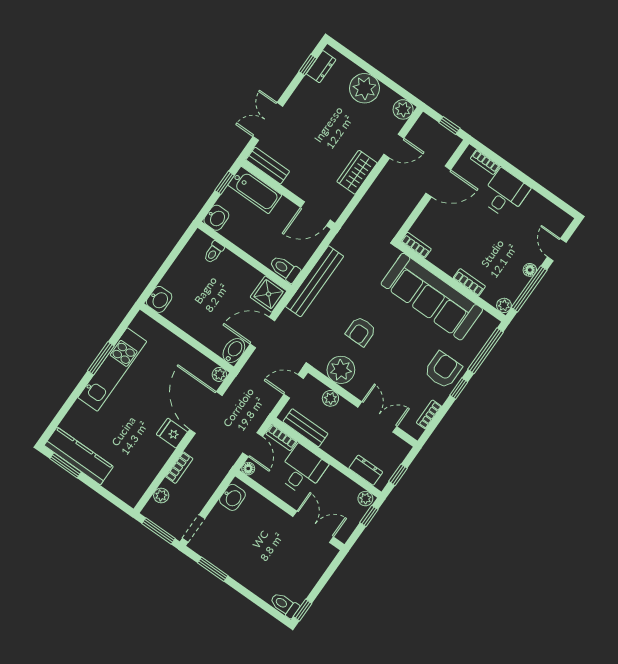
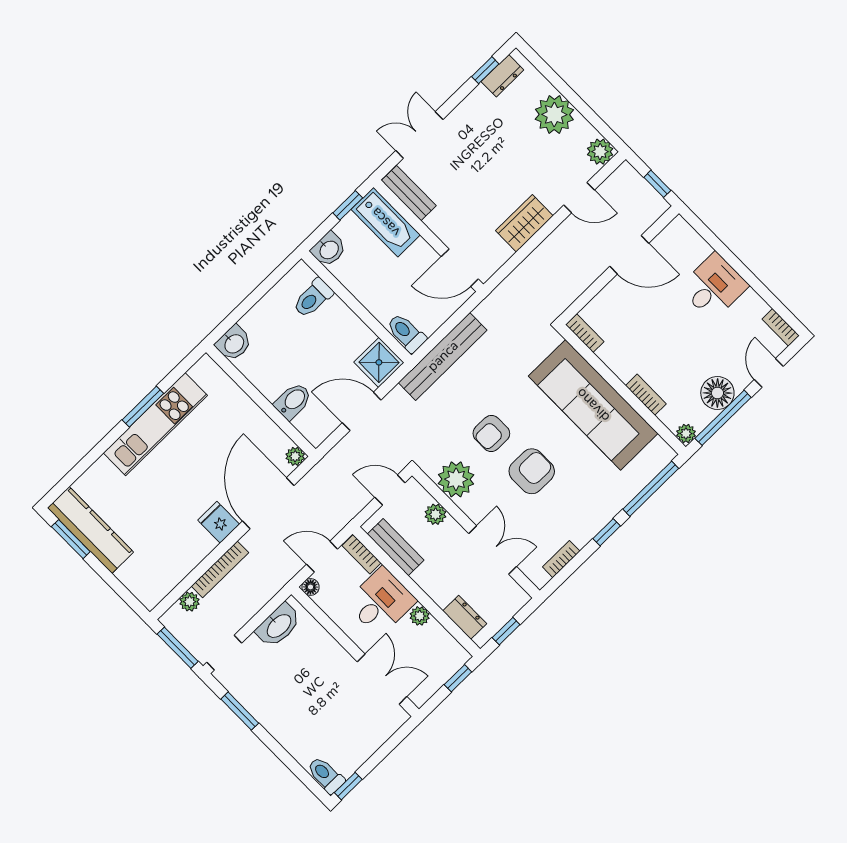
bookcase: (485, 162) -> (781, 327), moved
toilet: (214, 252) -> (313, 298), width x1.37, depth x1.39
floor lamp: (530, 270) -> (717, 393), width x1.89, depth x1.89
bidet: (234, 350) -> (293, 401), moved
armchair: (443, 370) -> (532, 471), moved
door: (253, 445) -> (322, 557), swing flipped
bookcase: (179, 468) -> (220, 569), width x1.56
washbasin: (232, 497) -> (278, 625), width x1.38
plant: (365, 499) -> (420, 616), moved

